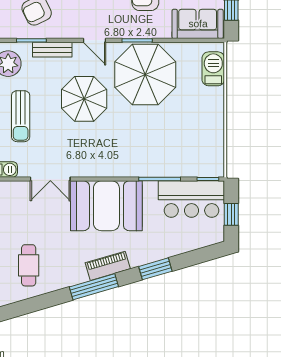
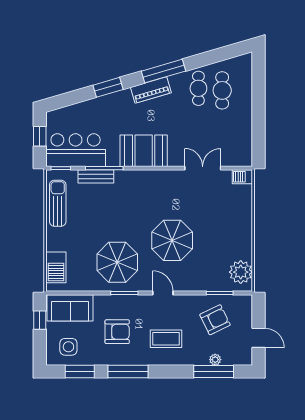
bench: (52, 50) -> (96, 176), moved
parasol: (145, 75) -> (117, 262), width x0.73, depth x0.73
sun lounger: (21, 116) -> (58, 203), moved
booth: (106, 206) -> (144, 151), width x0.73, depth x0.70
cafe table: (55, 268) -> (198, 88), added

